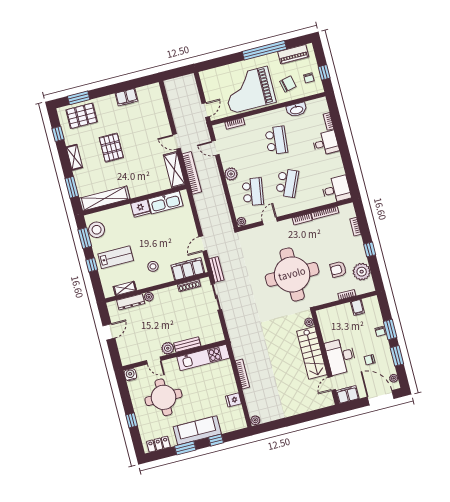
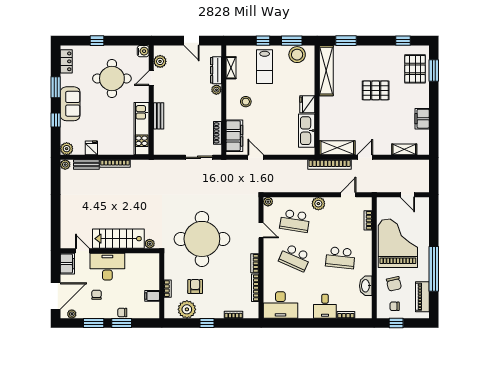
door: (206, 110) -> (407, 195), moved
shelving: (74, 157) -> (404, 149), moved
desk: (336, 189) -> (280, 305), width x1.37
bench: (216, 269) -> (86, 164), moved
plant: (168, 348) -> (160, 61), moved
plant: (240, 423) -> (67, 149), added
sofa: (197, 430) -> (70, 104), width x0.73

